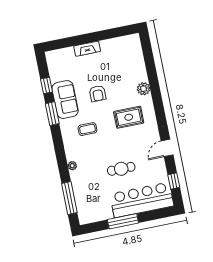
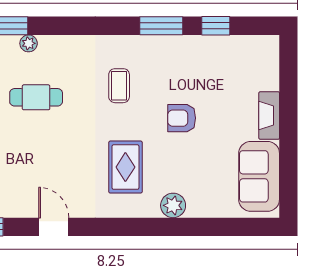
sofa: (65, 100) -> (259, 176), moved, turned 90
plant: (72, 166) -> (29, 43), moved
cafe table: (121, 169) -> (36, 97), moved, turned 90

